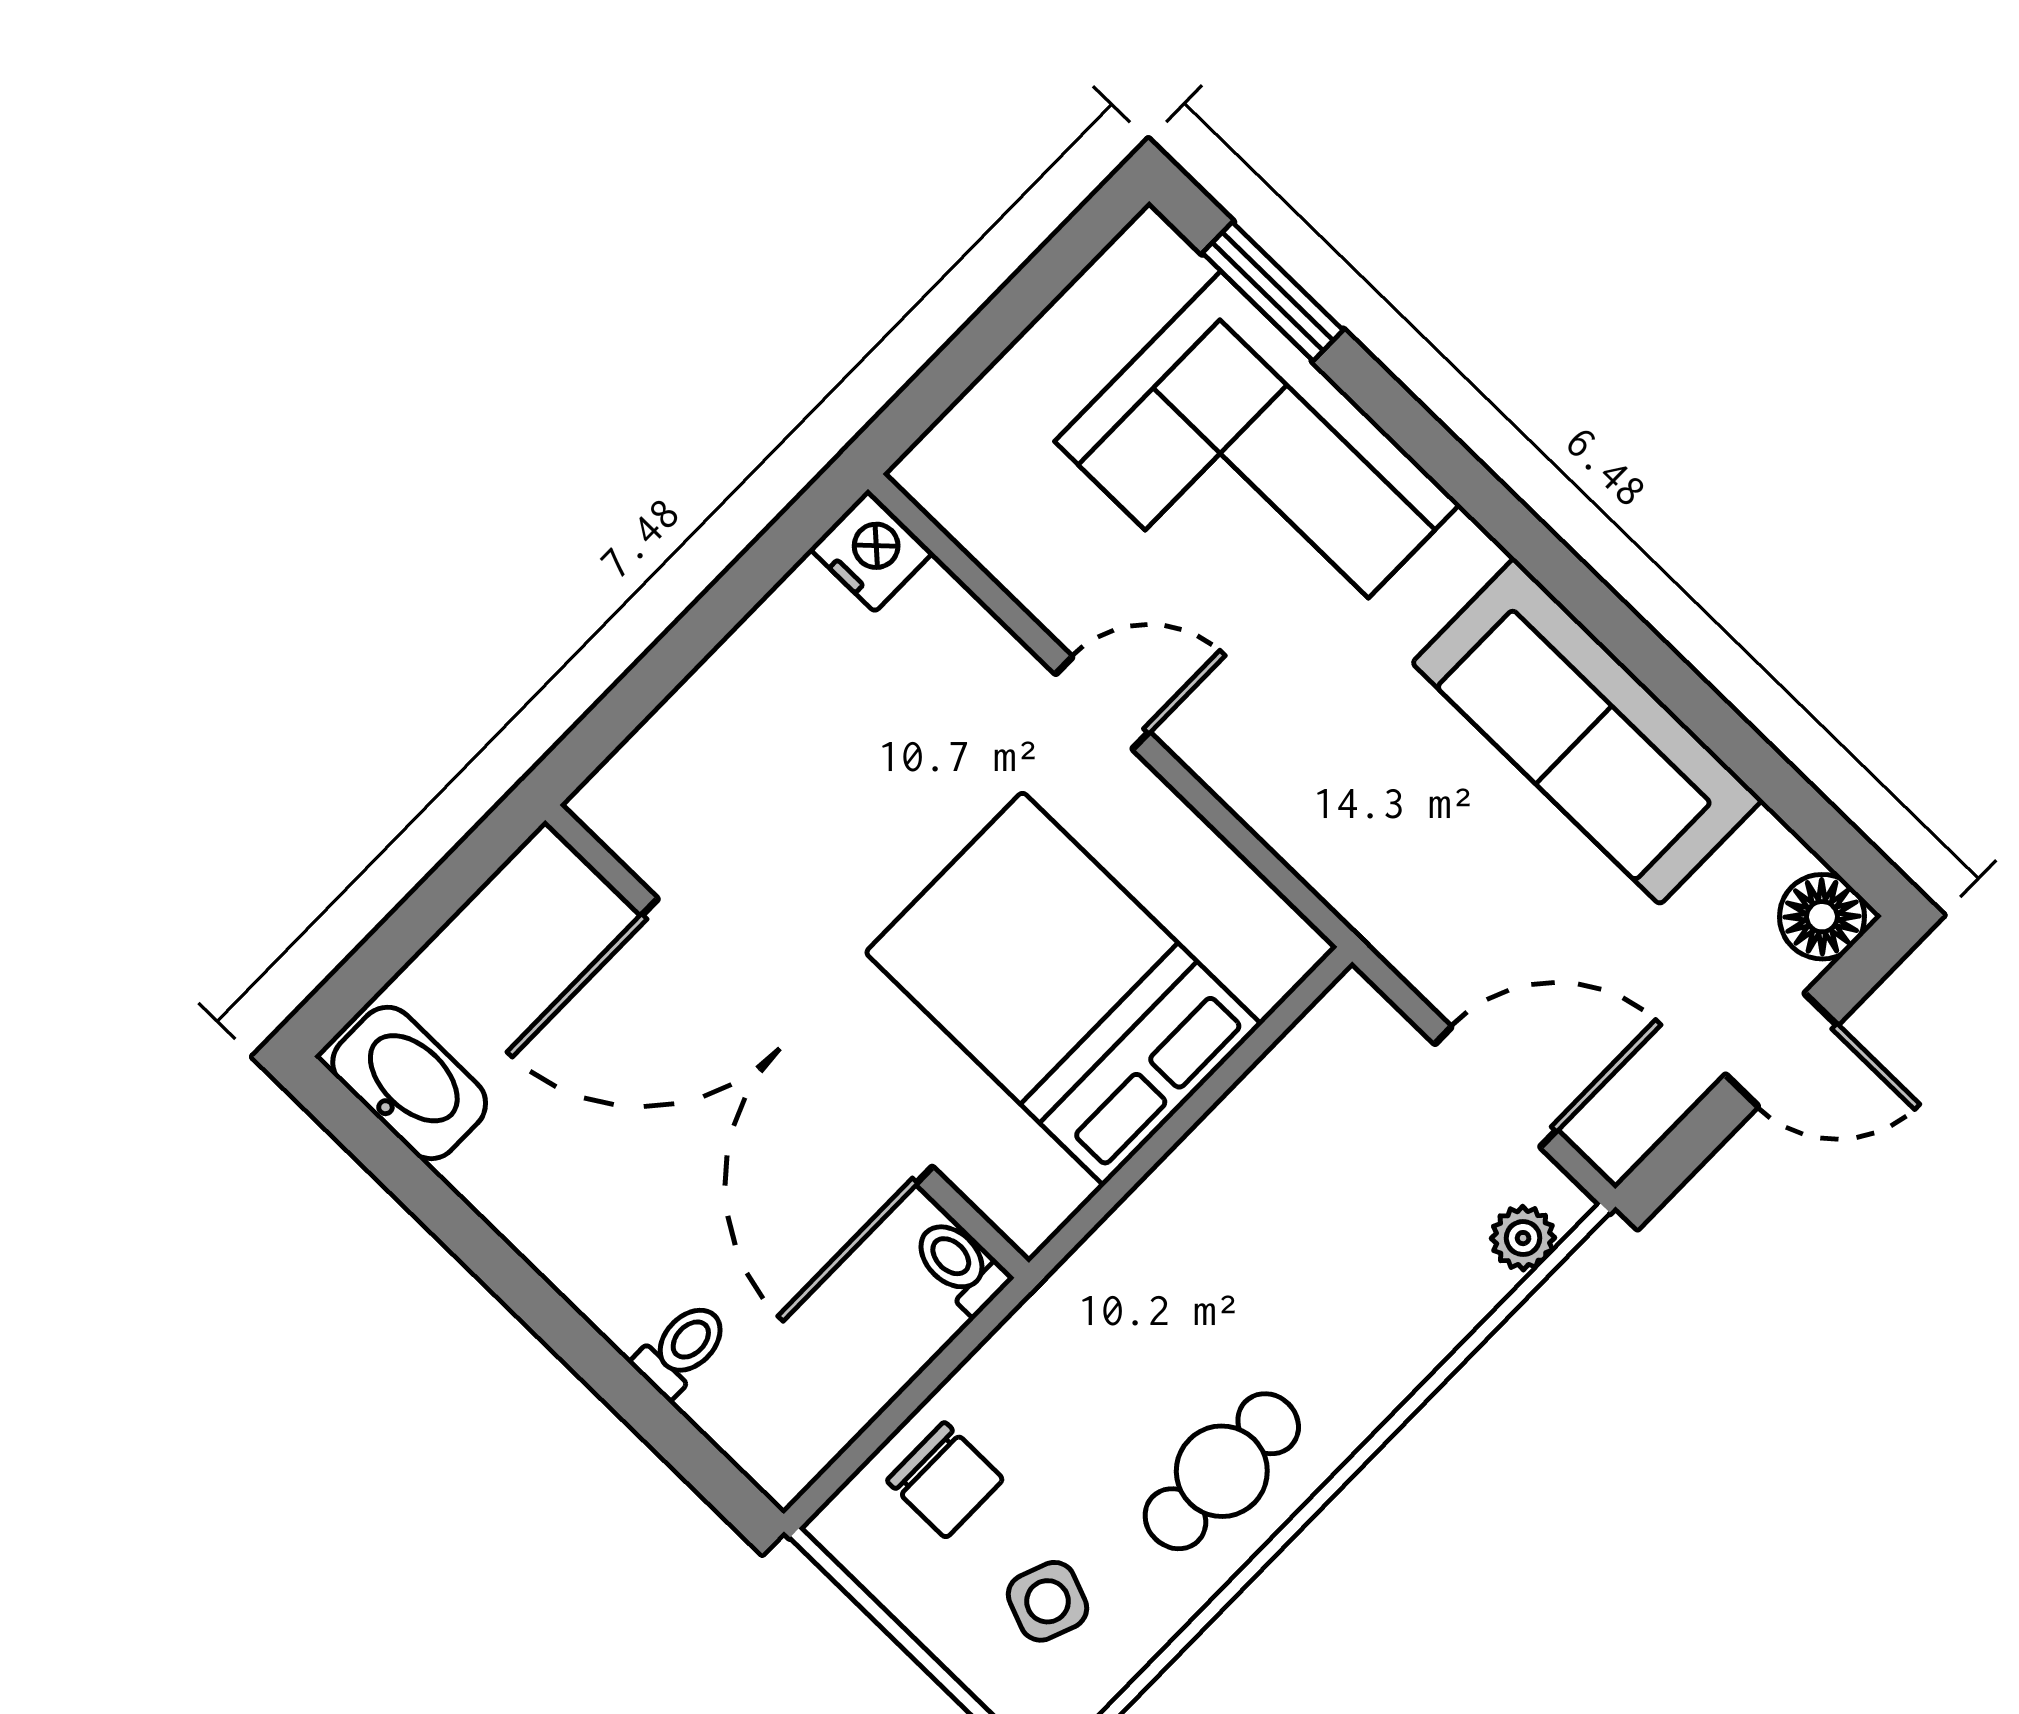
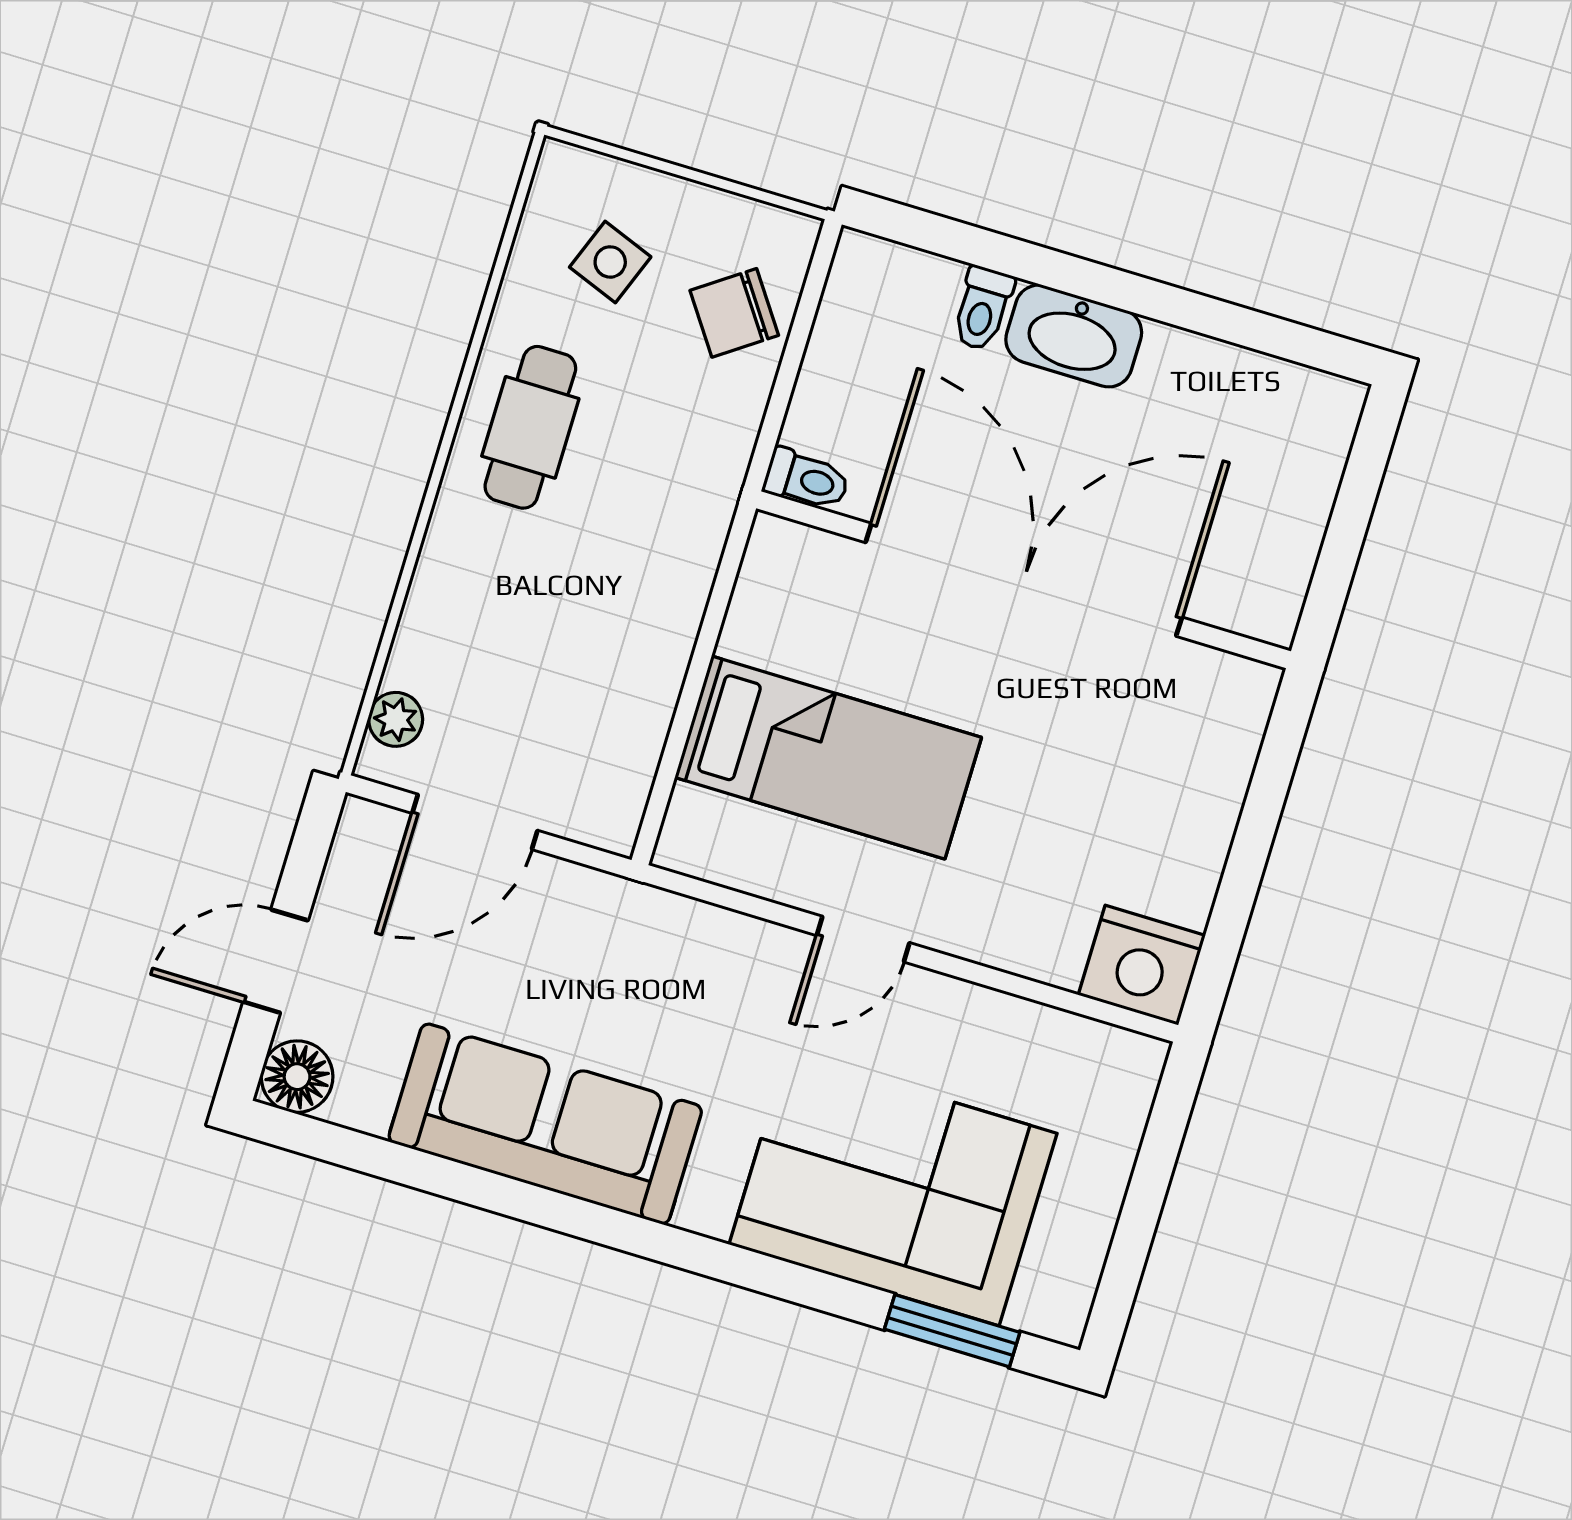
nightstand: (871, 551) -> (1142, 965), width x1.36, depth x1.33
door: (1102, 703) -> (863, 939), moved
bed: (1063, 988) -> (828, 757), width x0.67
washbasin: (409, 1083) -> (1074, 336), moved
chair: (945, 1480) -> (734, 313), turned -35

